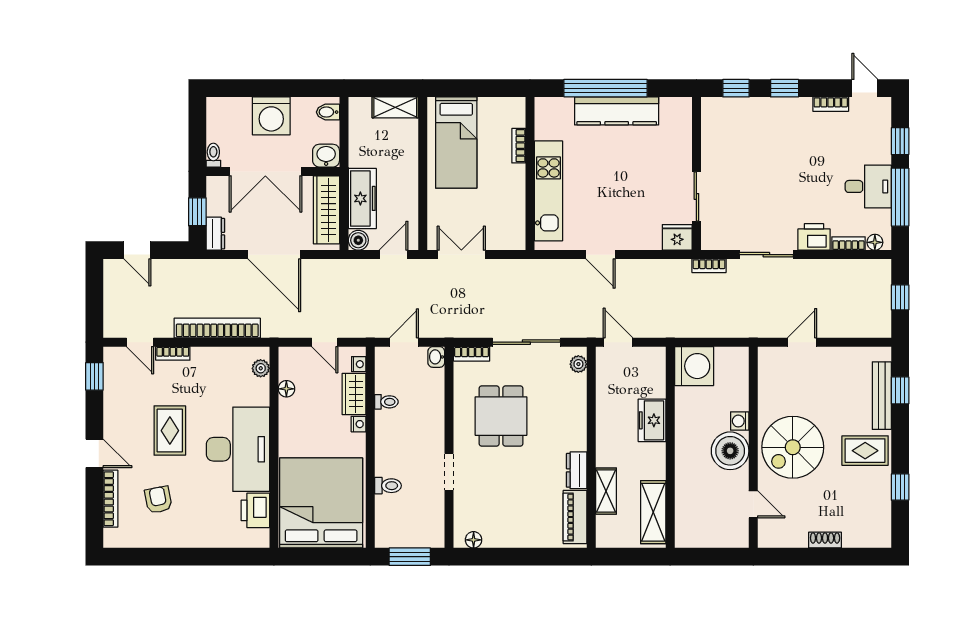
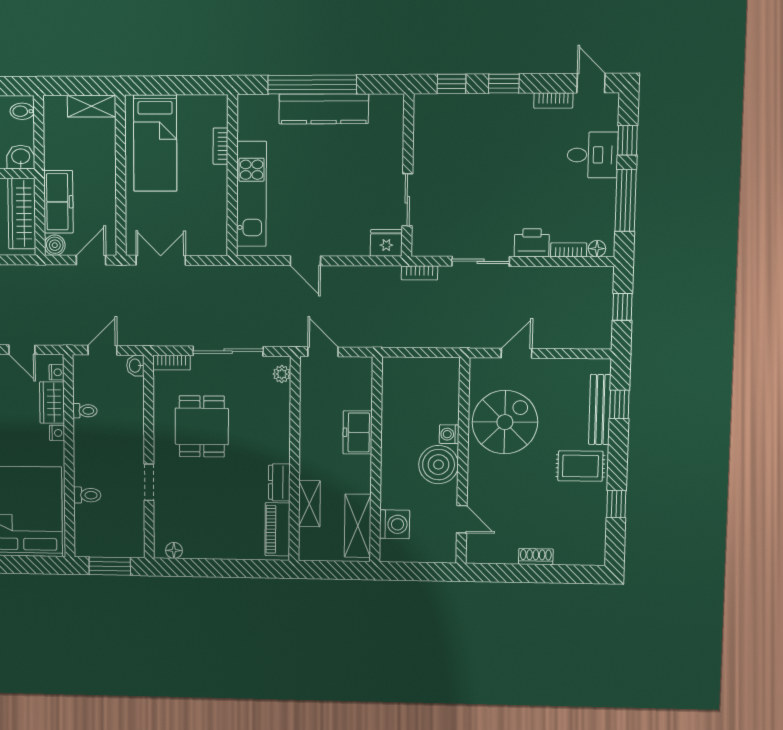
desk: (868, 186) -> (592, 155), moved
washing machine: (694, 366) -> (395, 524), moved, width x0.73, depth x0.73
spiral stairs: (793, 447) -> (505, 422), moved, turned 180

